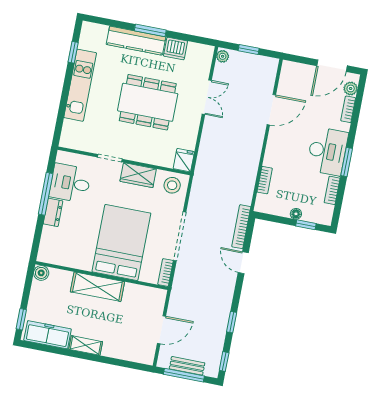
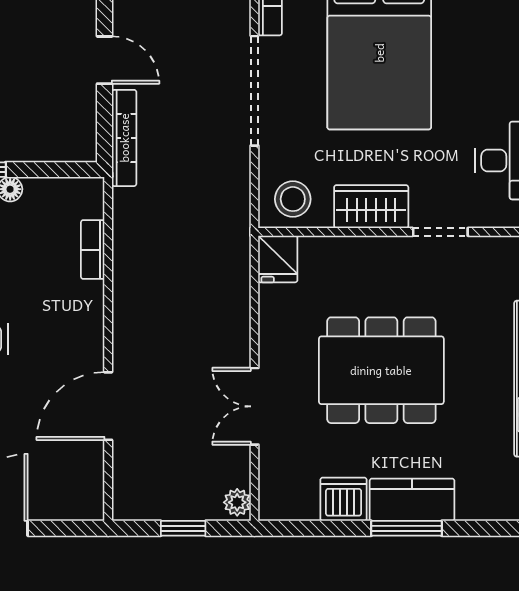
kitchen counter: (136, 41) -> (412, 500), width x0.67

